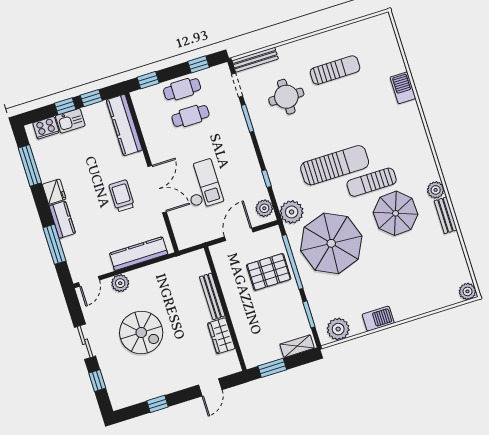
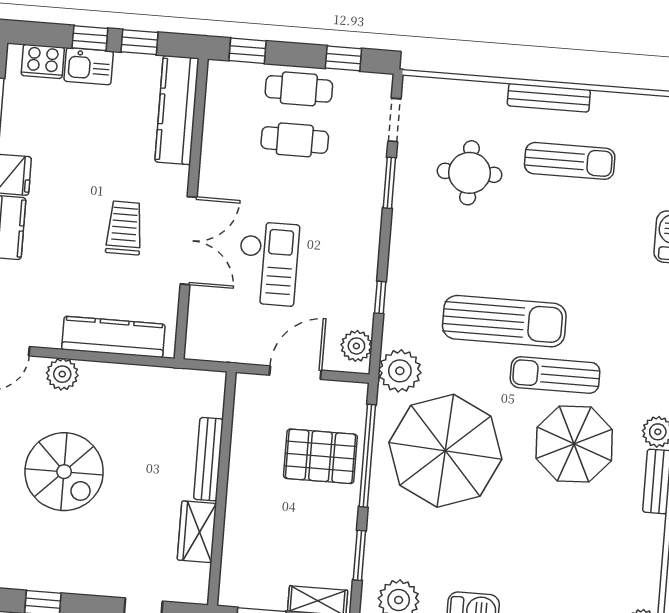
bench: (255, 60) -> (549, 98), moved

